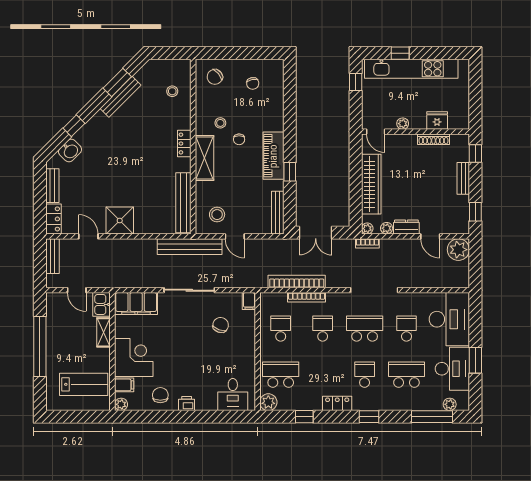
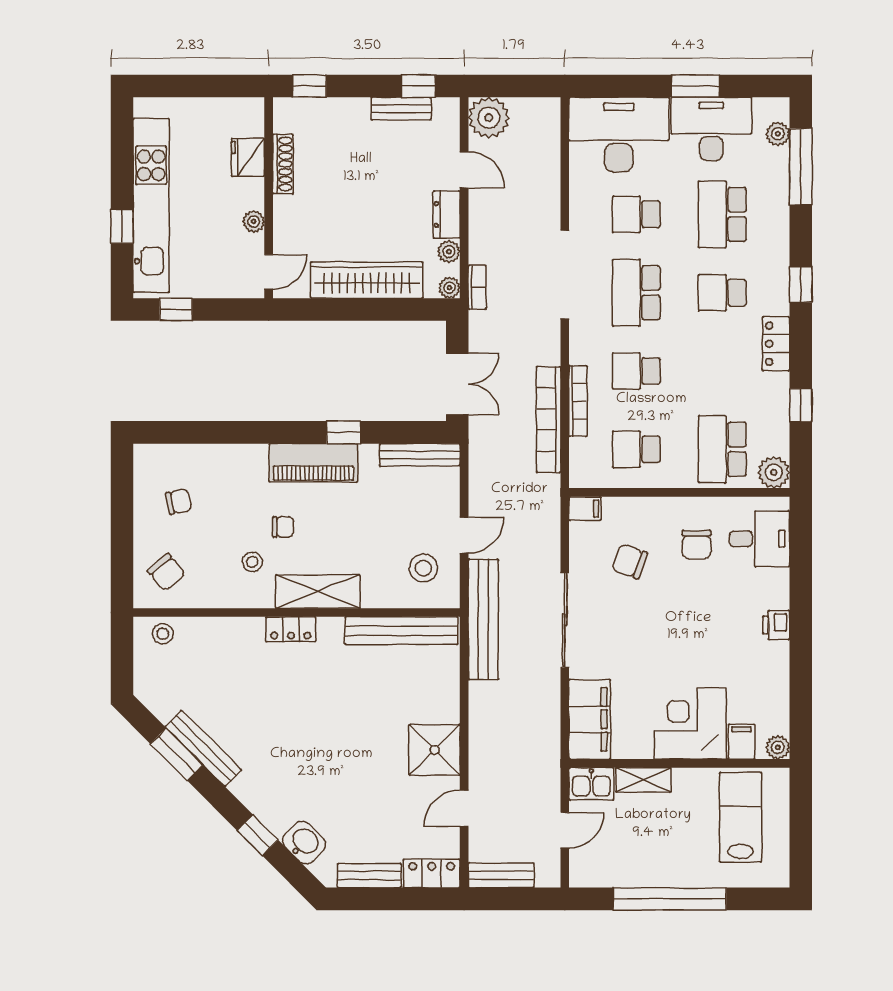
stool: (172, 91) -> (163, 634), moved
bench: (463, 178) -> (401, 109), moved
door: (430, 236) -> (464, 170), hinge flipped
chair: (160, 395) -> (697, 544), moved, turned -90

